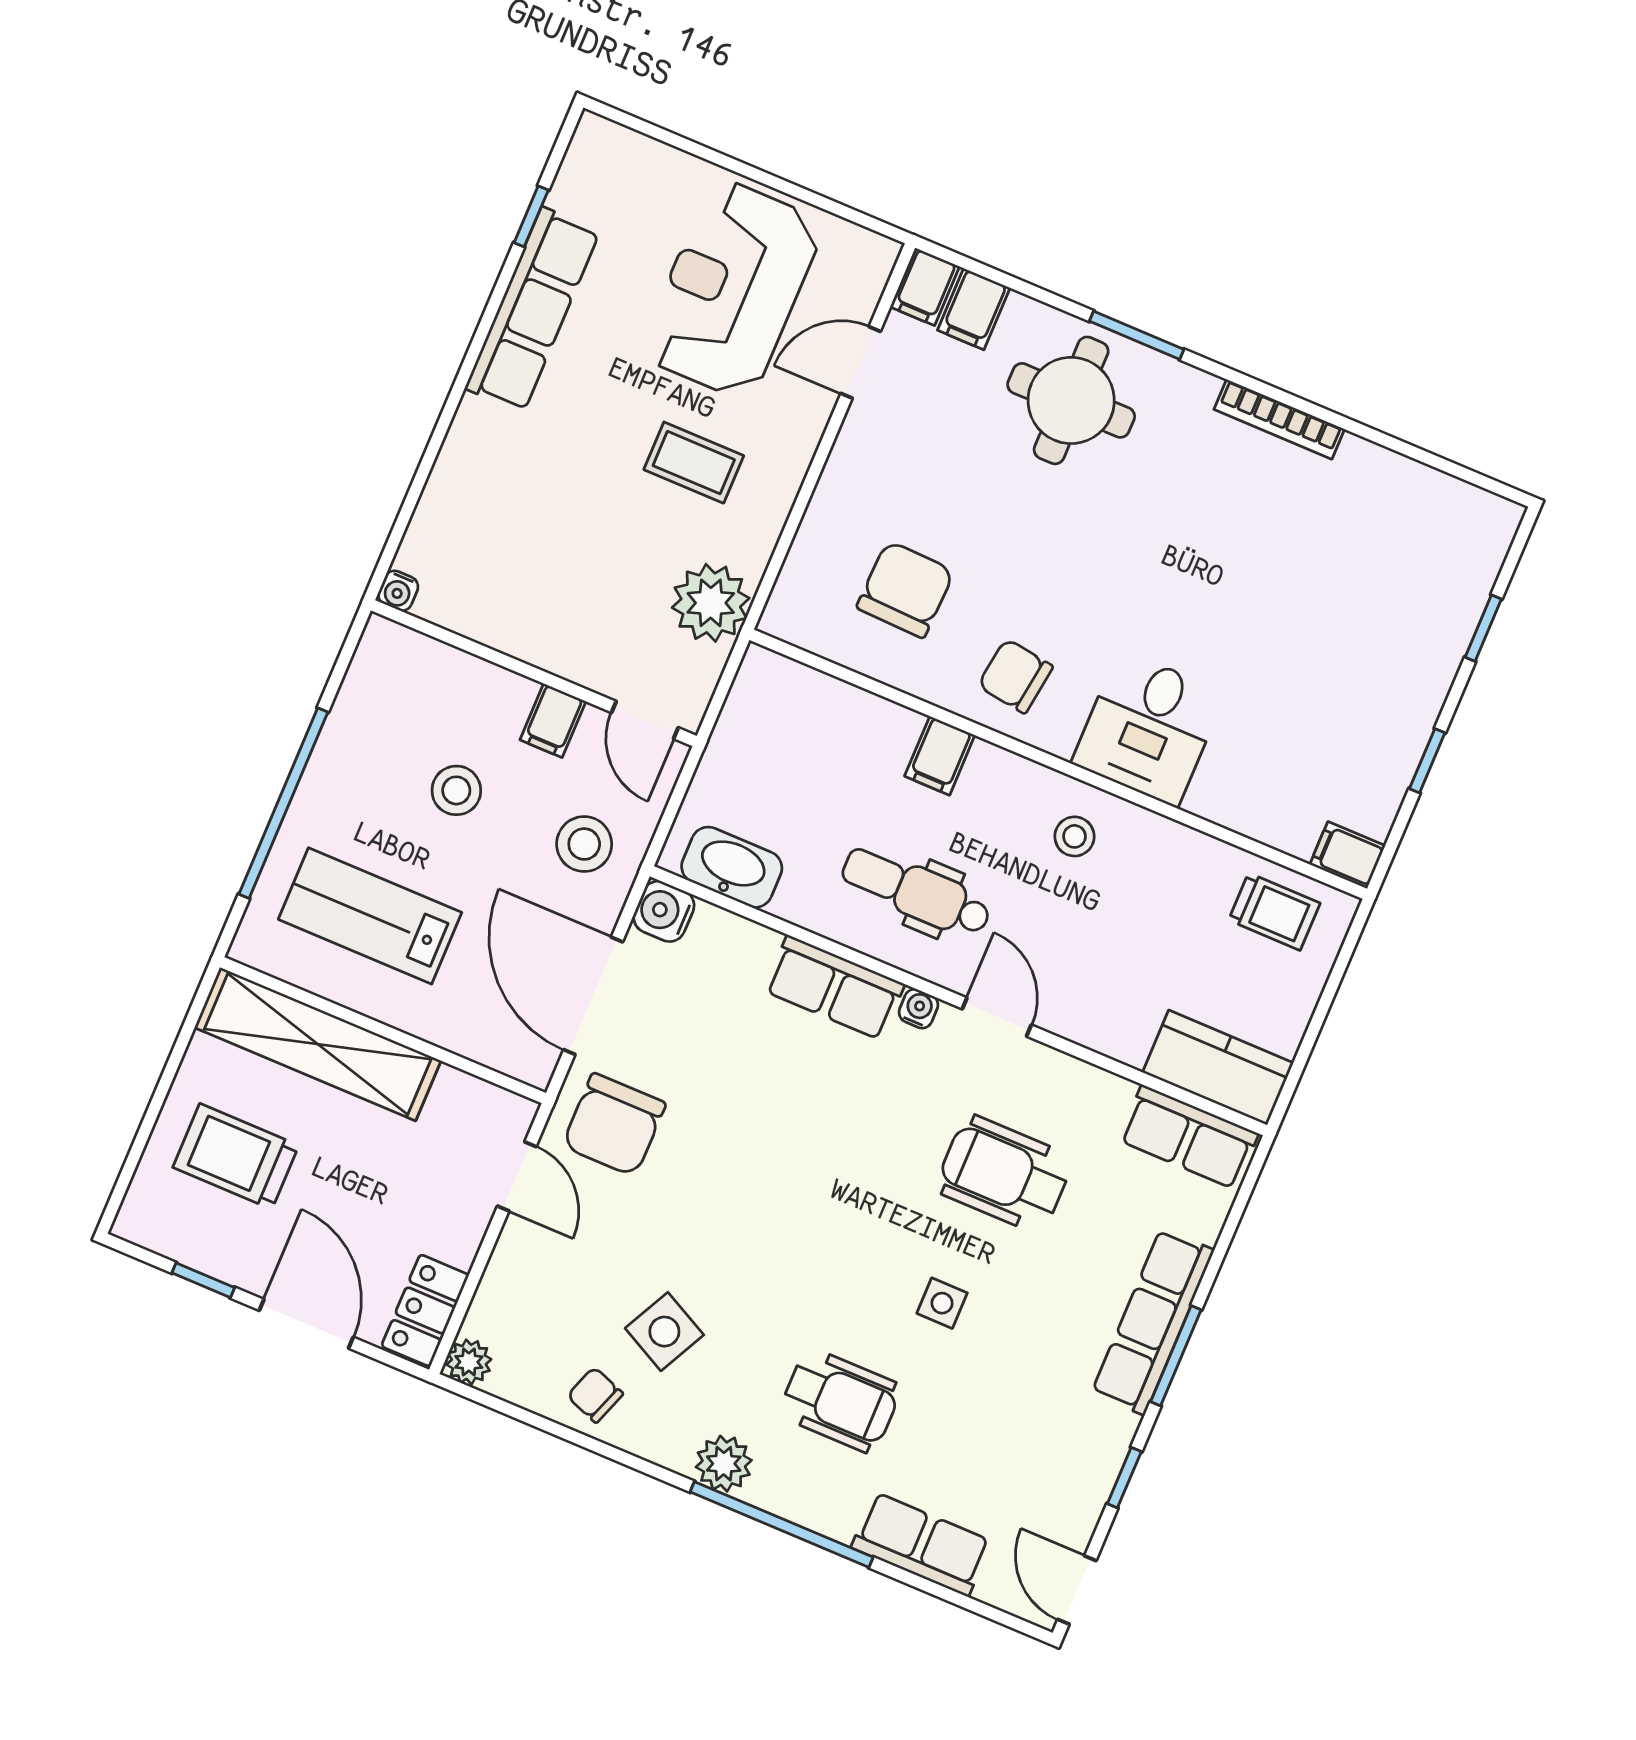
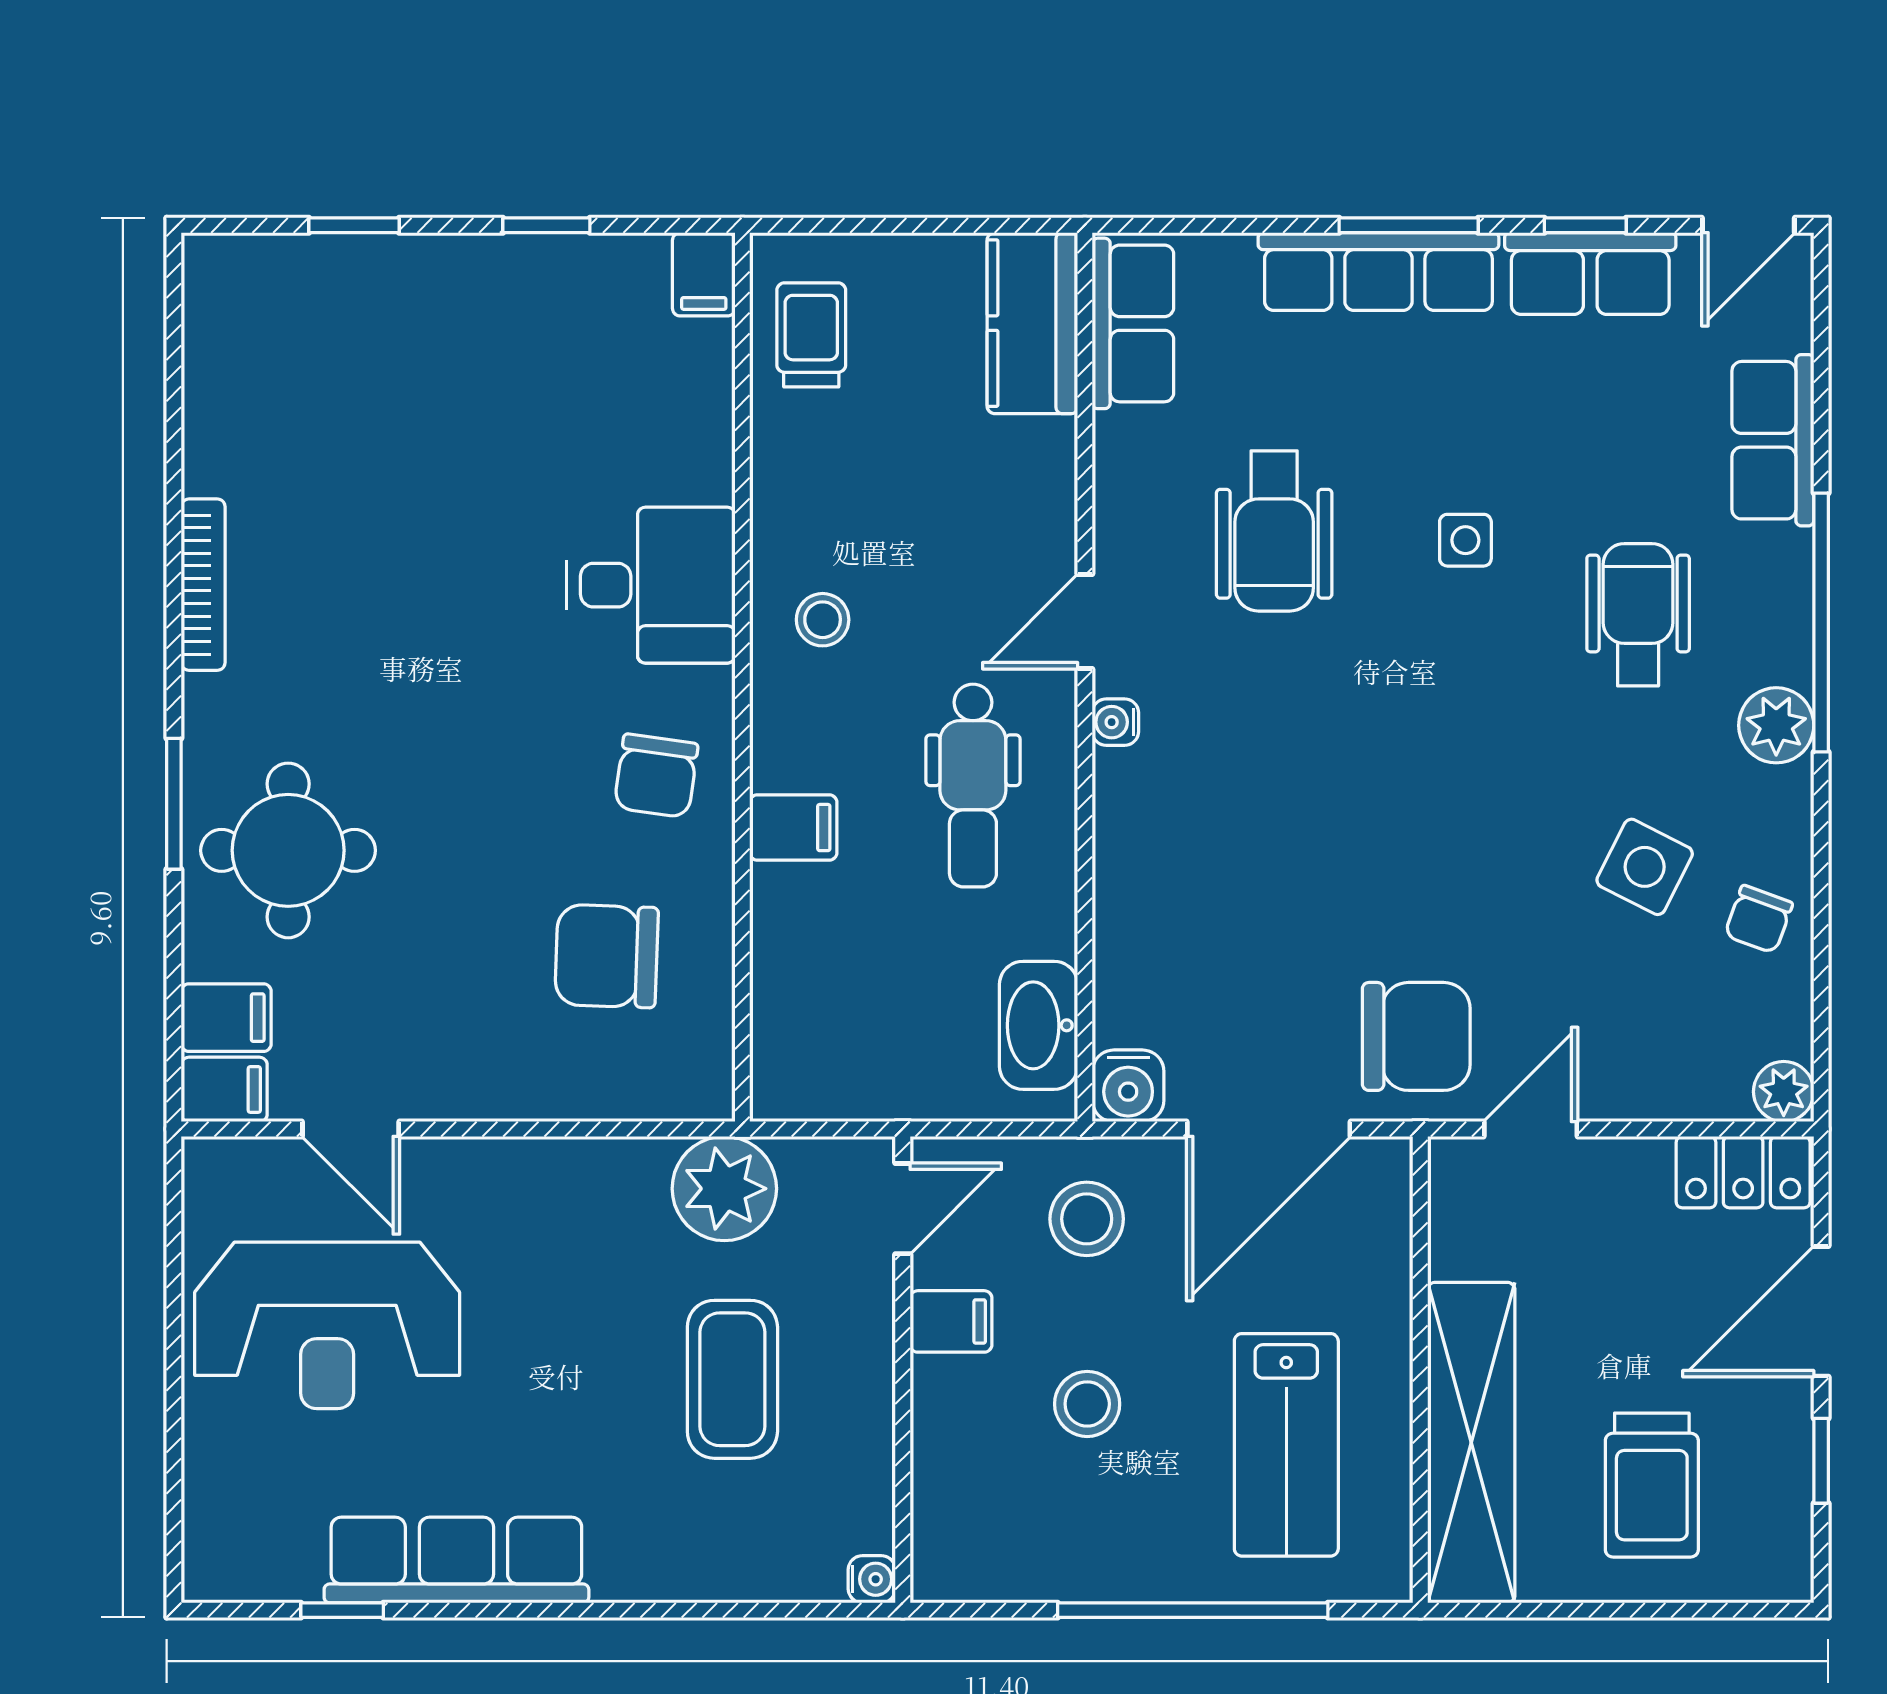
coffee table: (694, 463) -> (732, 1379), moved, width x1.36, depth x1.30
row of seats: (834, 987) -> (1590, 273), moved, turned 90

